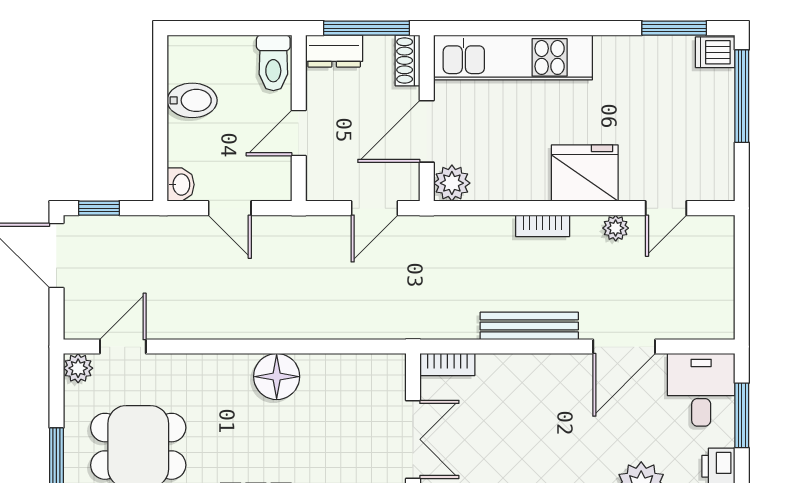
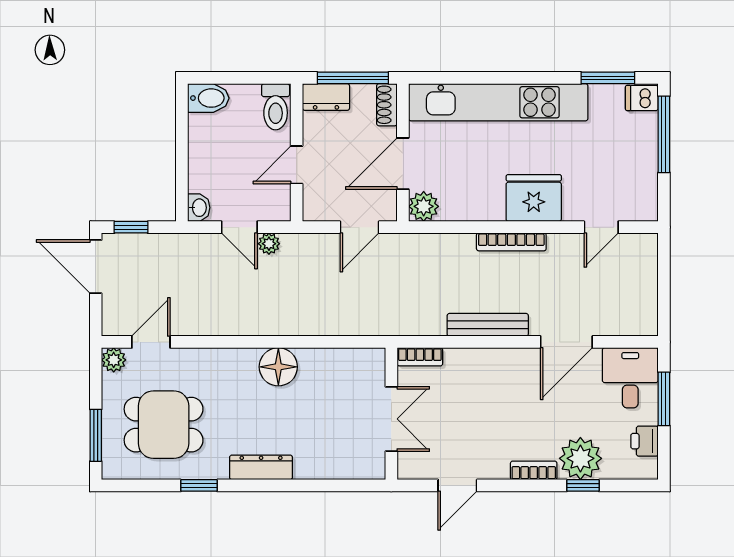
kitchen unit: (513, 57) -> (498, 102), width x1.36
bidet: (192, 100) -> (208, 98), moved
bookcase: (543, 226) -> (511, 242), width x1.56
plant: (616, 228) -> (269, 244), moved

